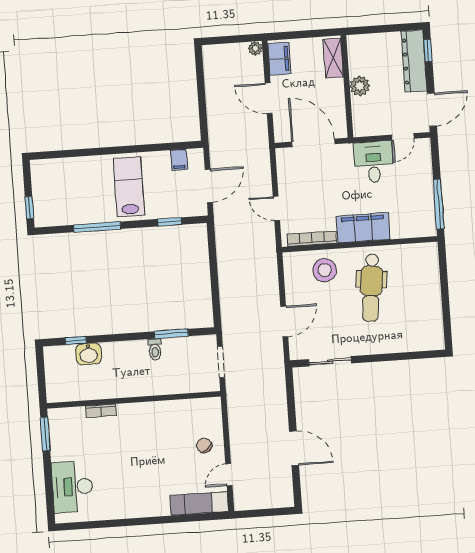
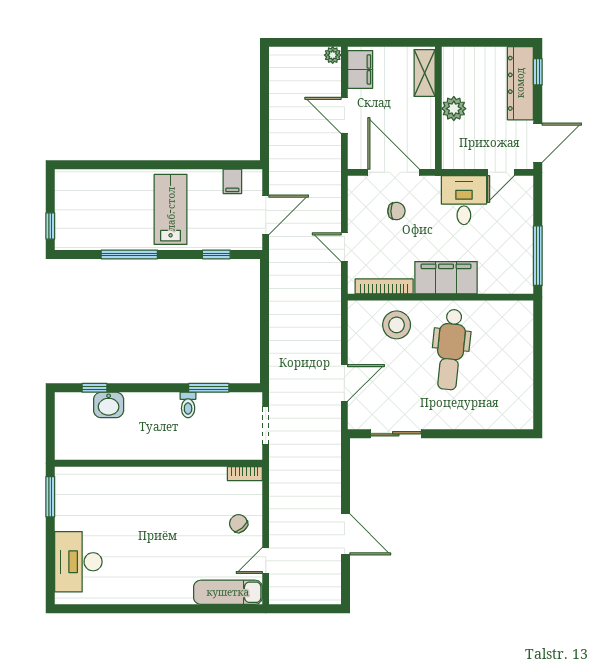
chair: (318, 175) -> (396, 211), added
bookcase: (101, 411) -> (245, 474), moved

